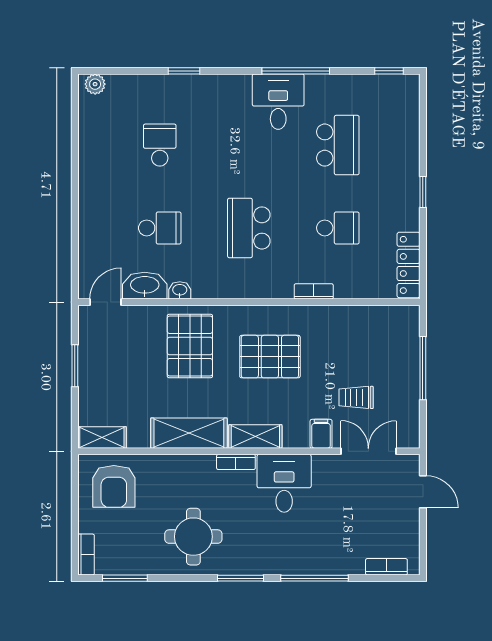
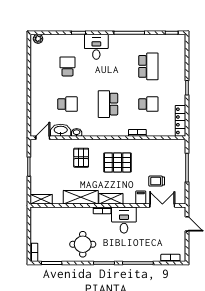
desk: (278, 102) -> (96, 47), moved
pallet: (190, 346) -> (81, 158), width x0.67, depth x0.71
armchair: (114, 486) -> (47, 221), removed

